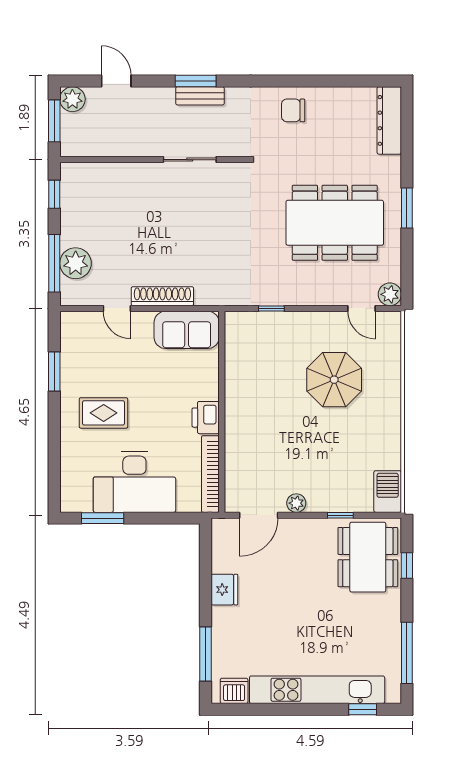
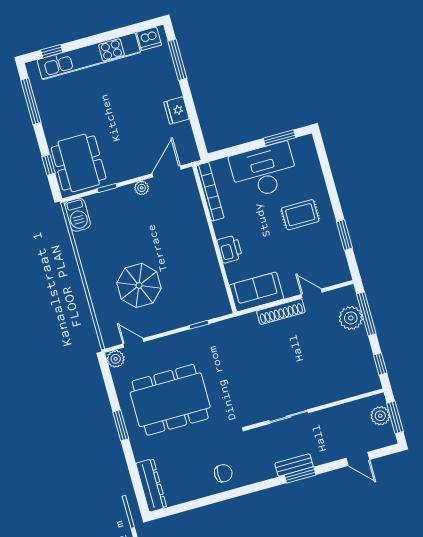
plant: (72, 99) -> (380, 416), moved
printer: (206, 418) -> (230, 249), moved

